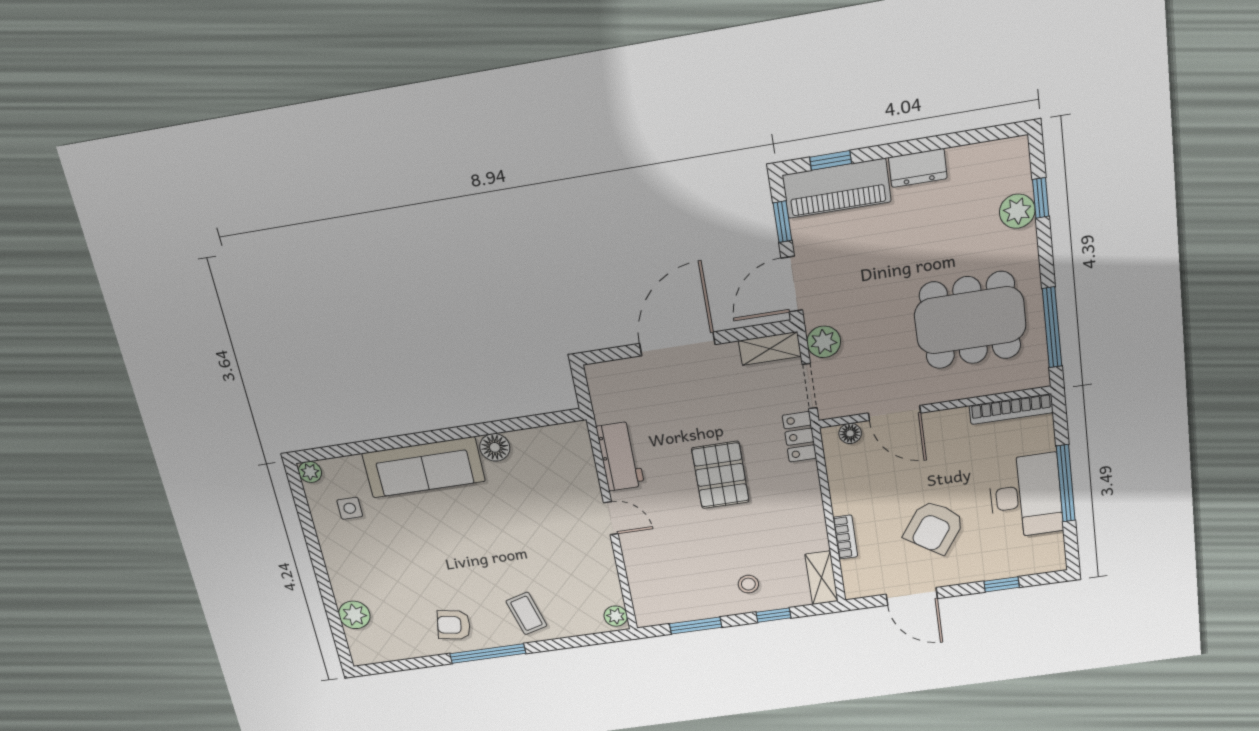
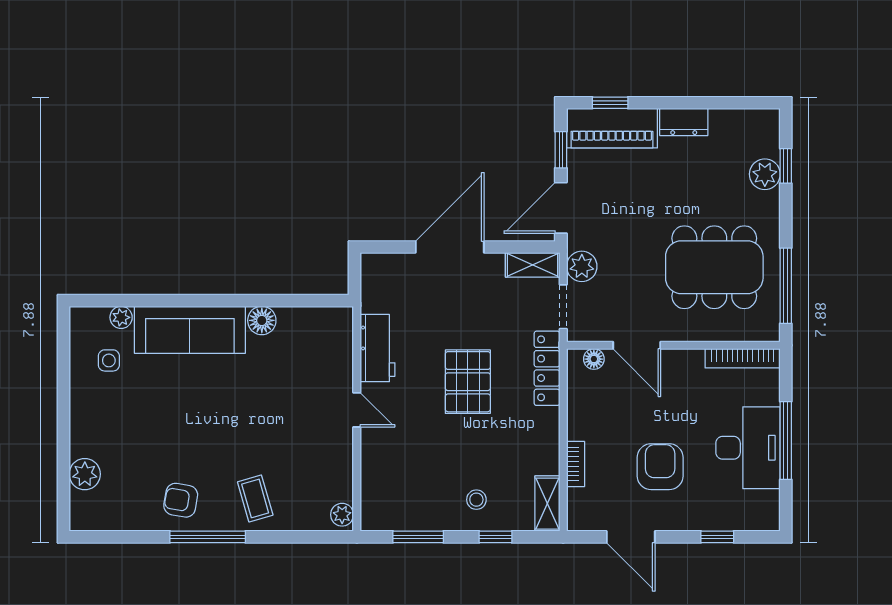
locker: (799, 437) -> (547, 368), width x1.53
plant: (310, 472) -> (121, 317), moved
armchair: (934, 527) -> (660, 467), turned 146

